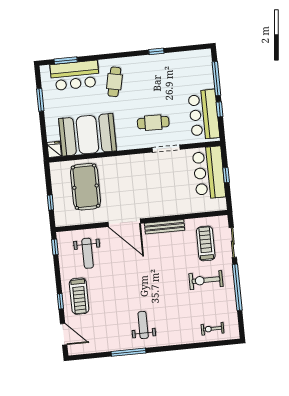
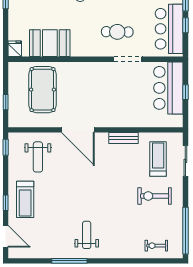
booth: (87, 135) -> (50, 43), width x0.73, depth x0.70
bench: (165, 227) -> (124, 138), width x0.73
window: (237, 287) -> (185, 231), moved

